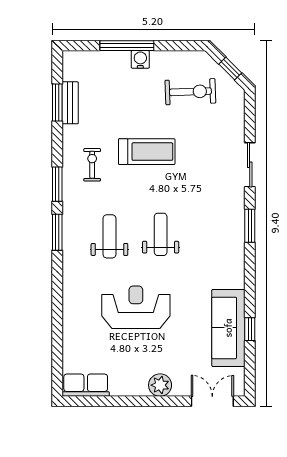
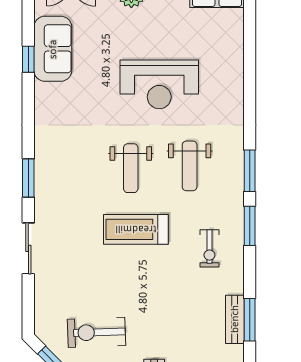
treadmill: (147, 152) -> (136, 229), moved
sofa: (228, 328) -> (53, 49), width x0.73

